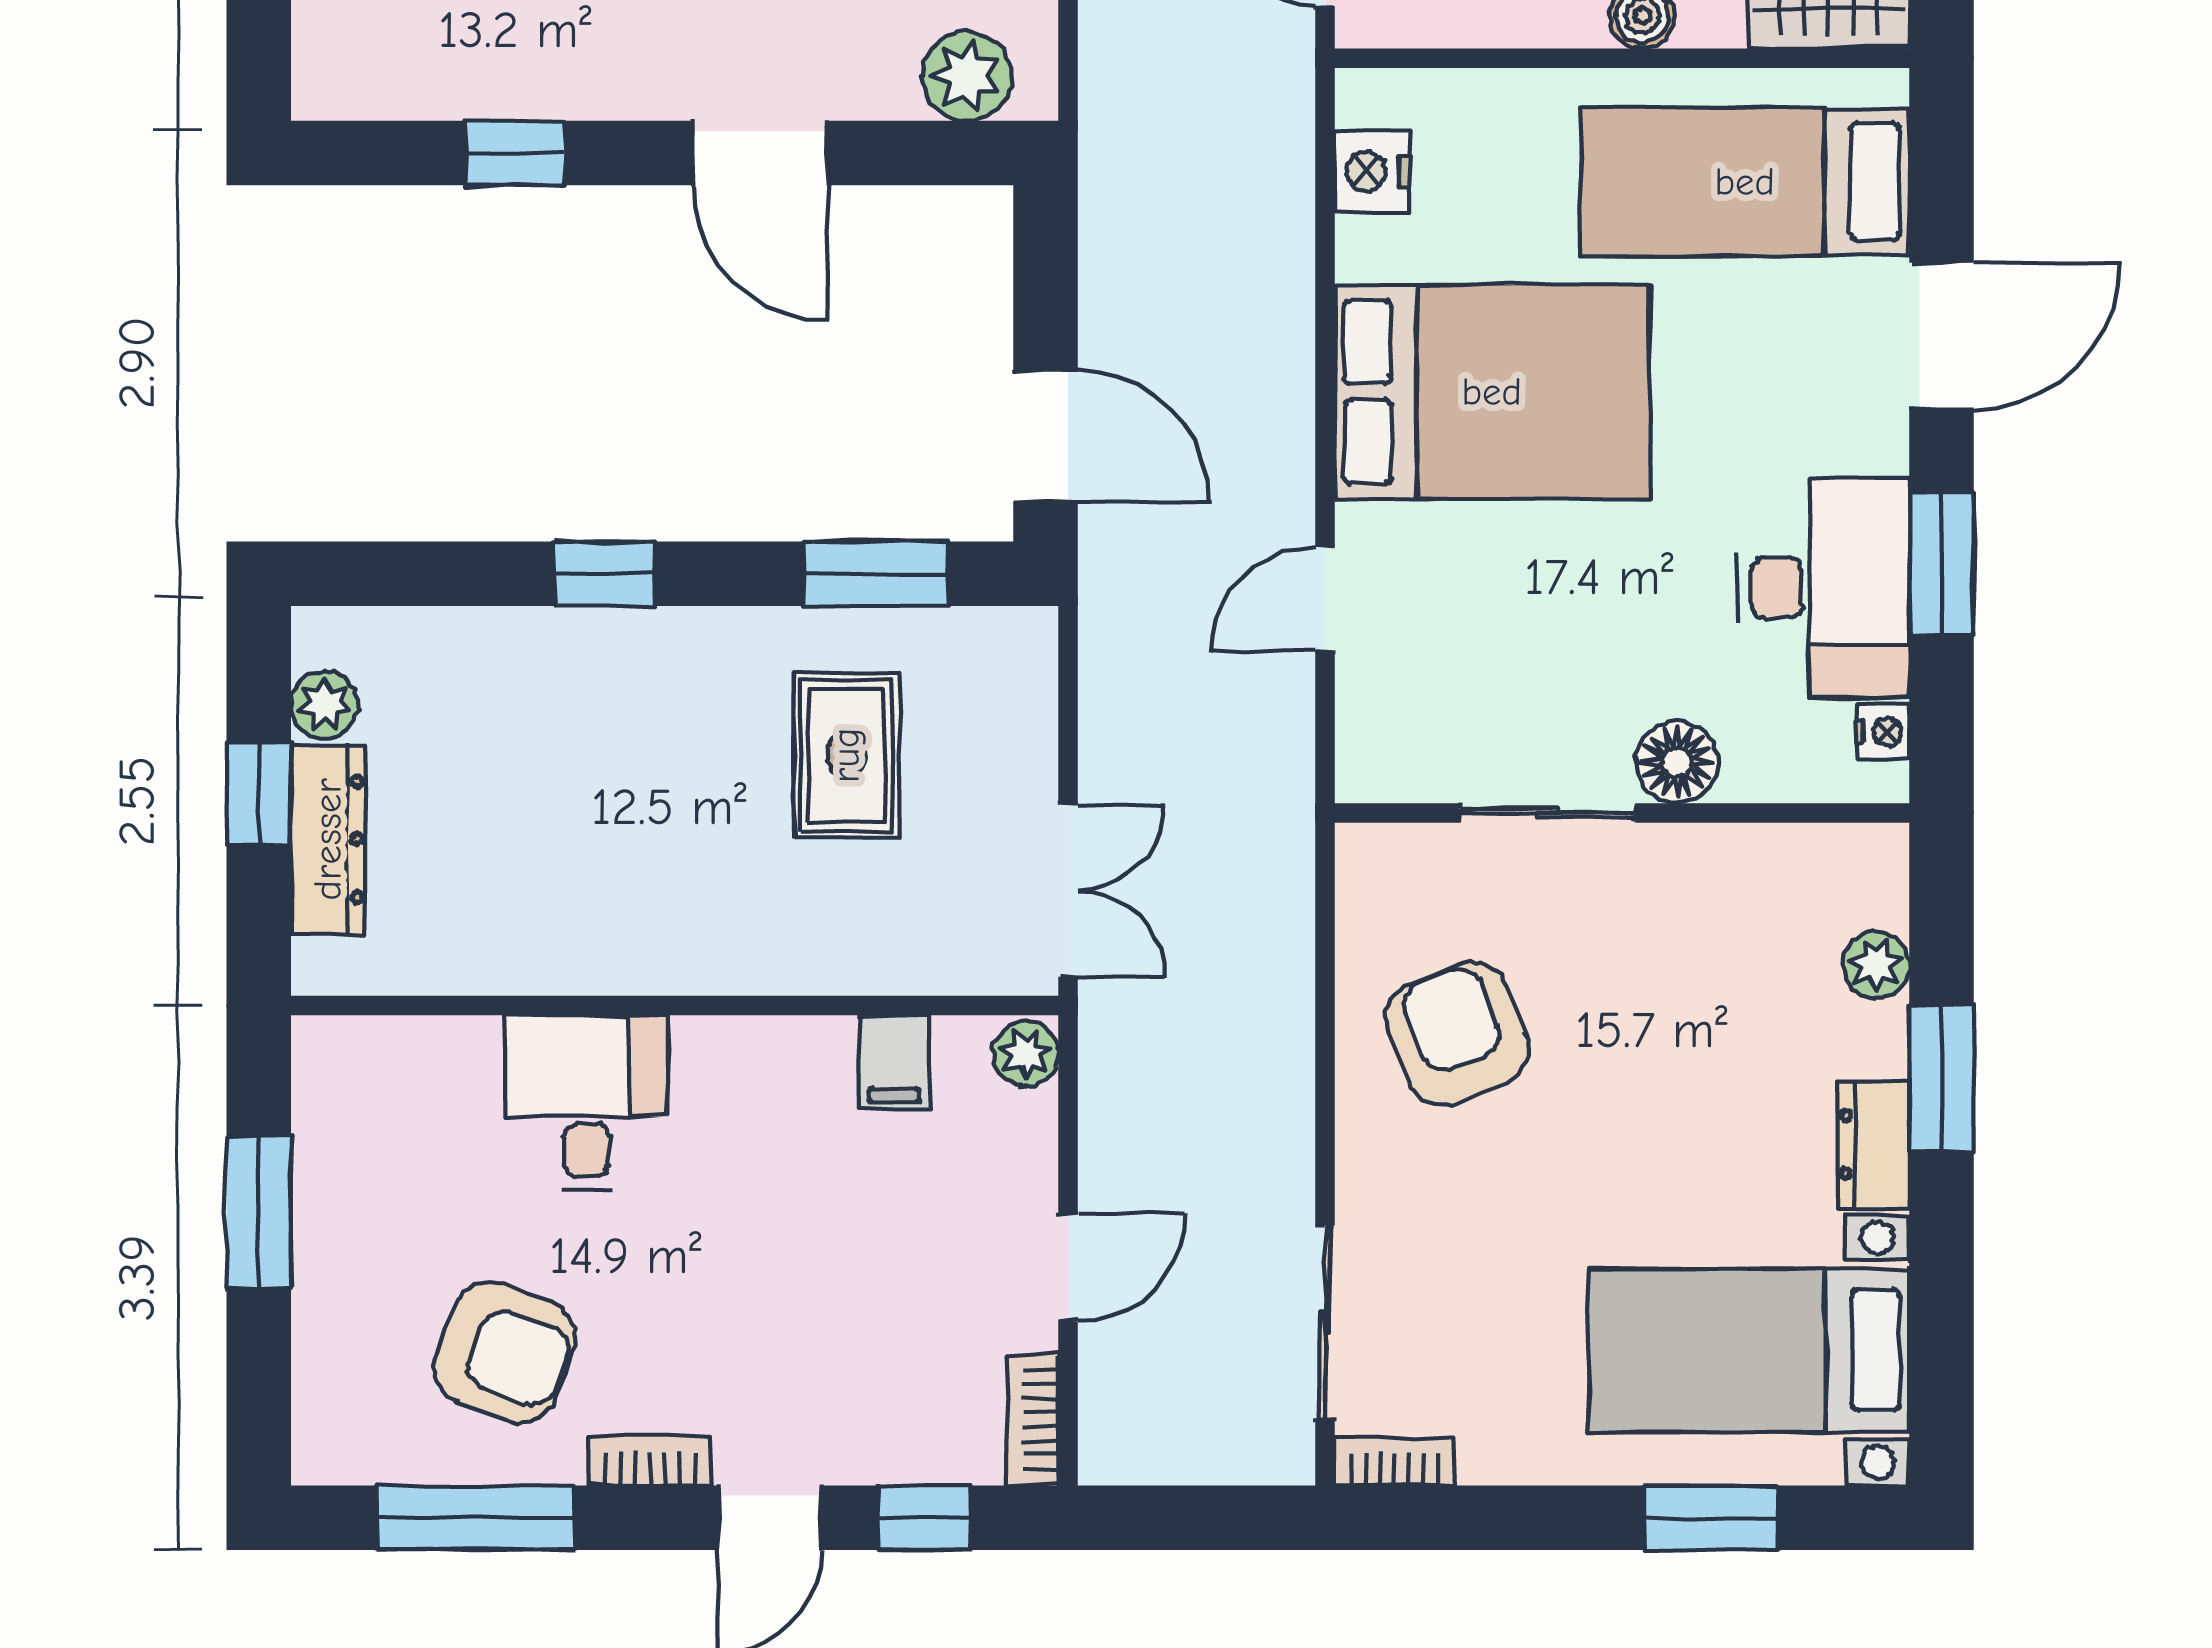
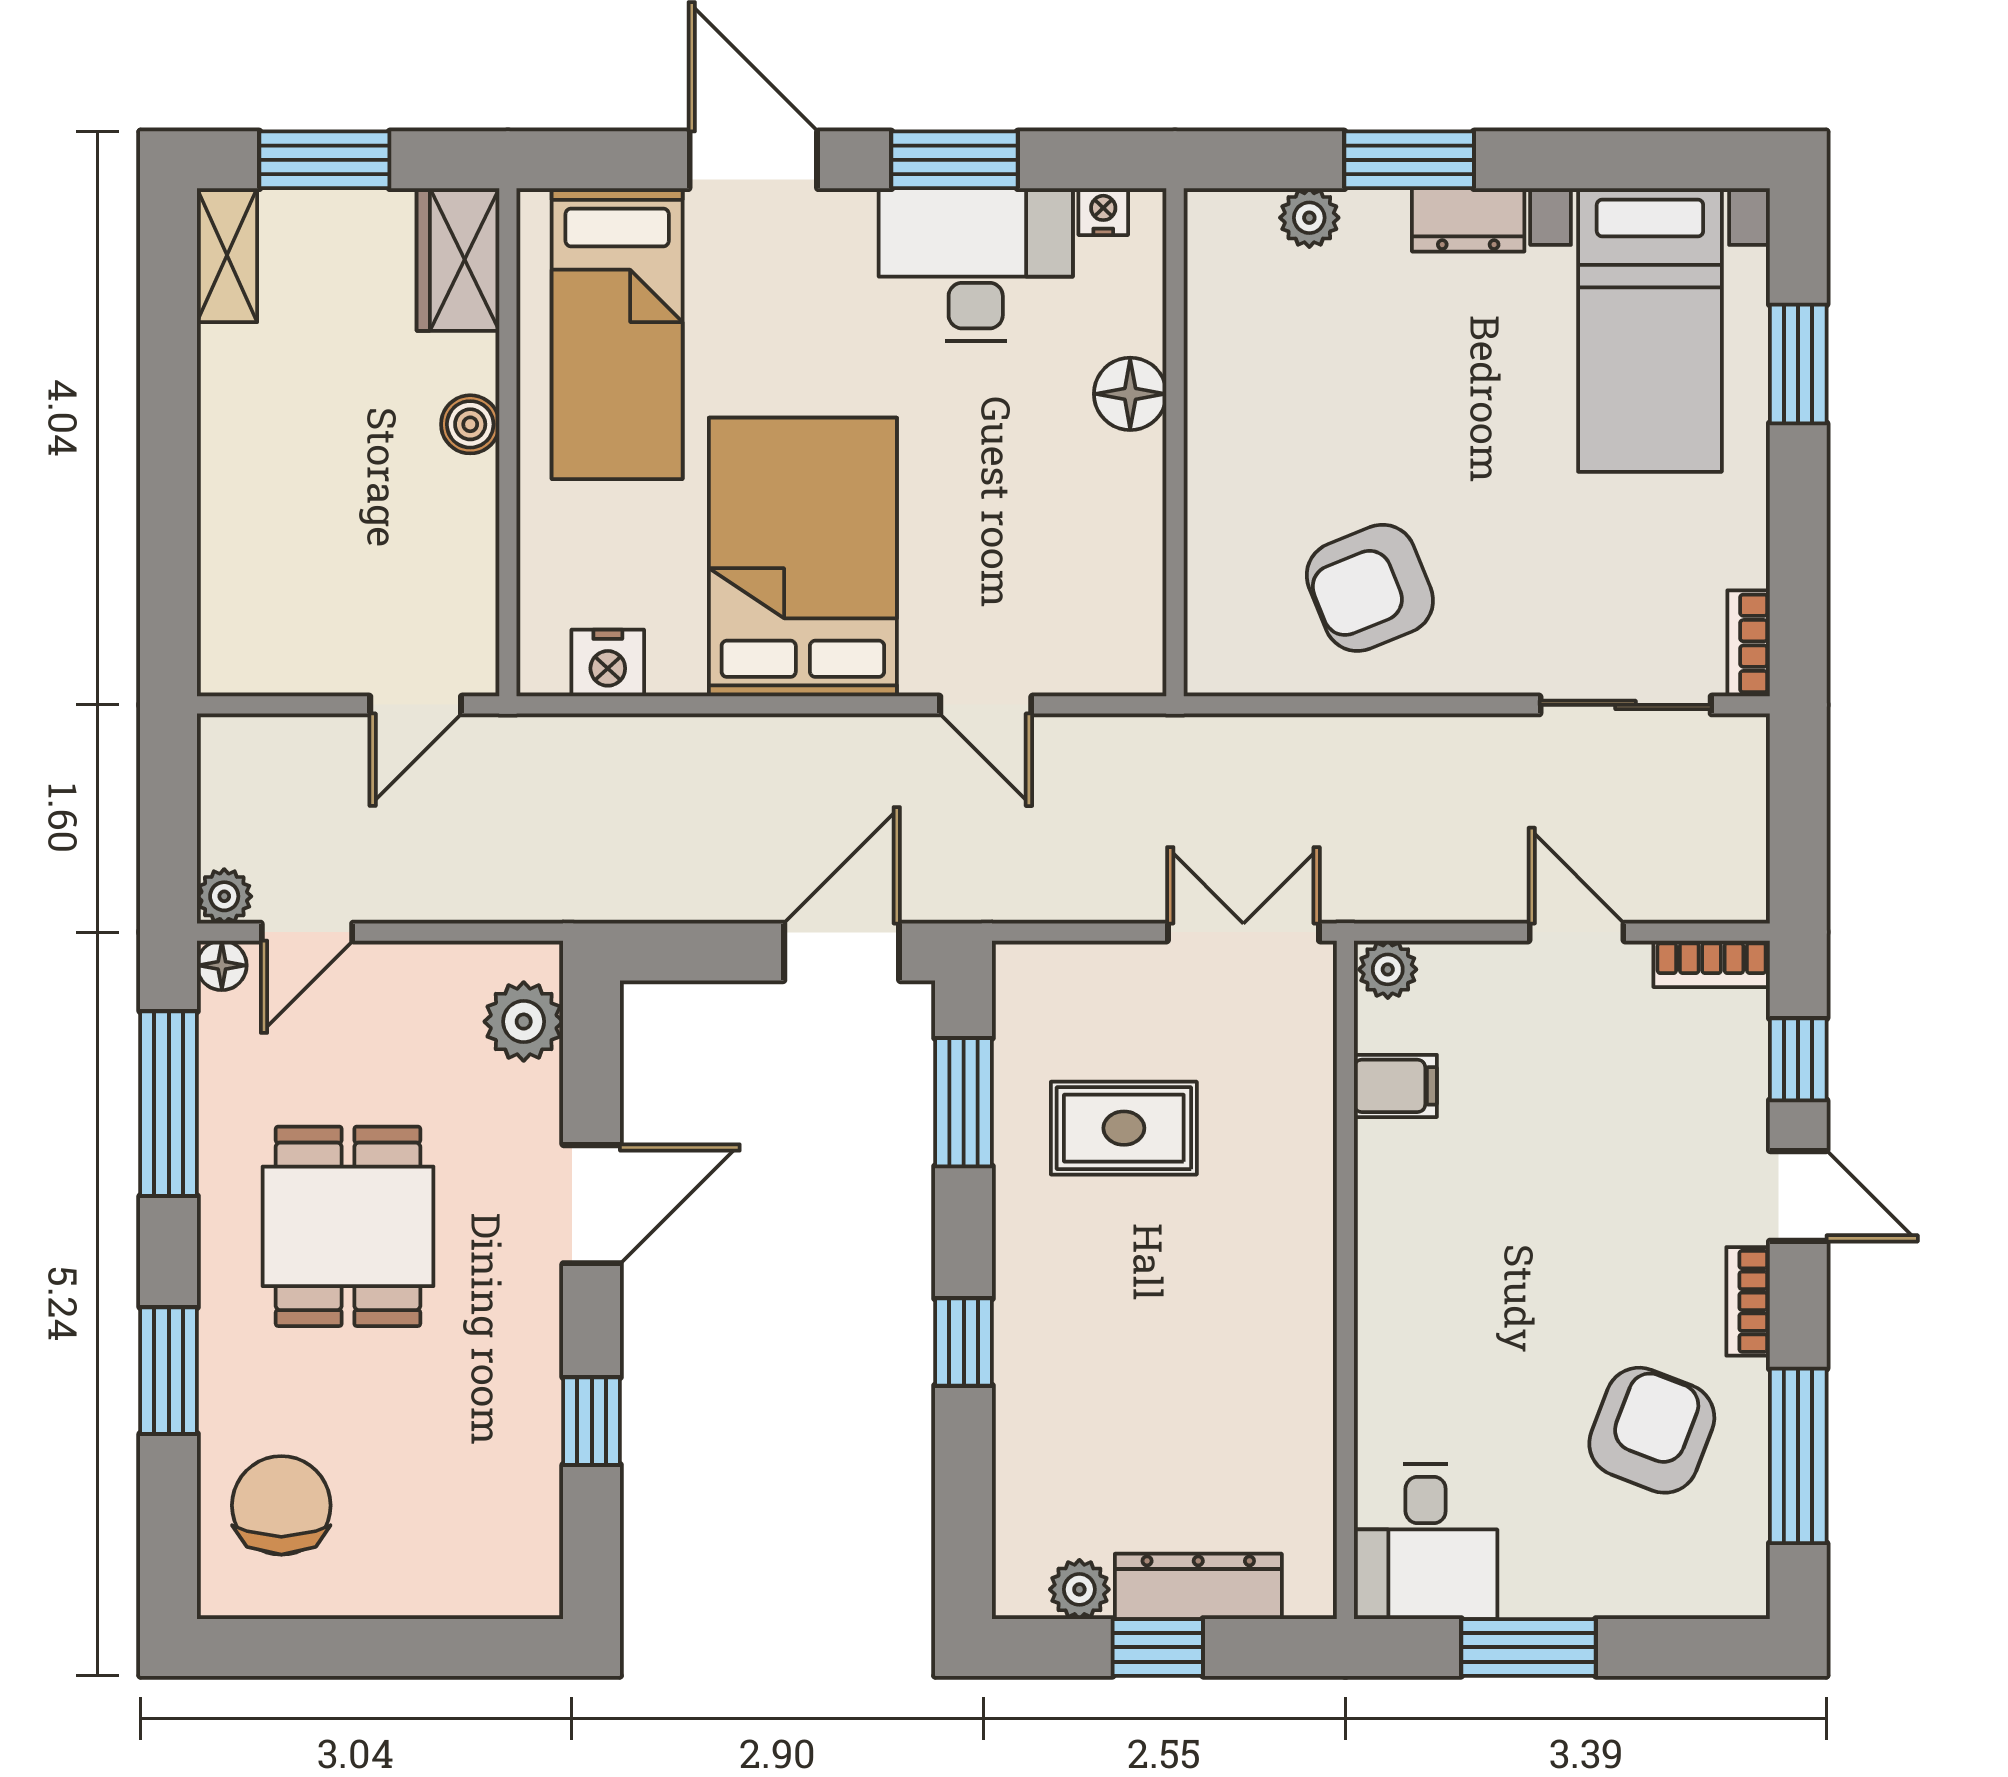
sliding door: (1547, 813) -> (1175, 508), removed
desk: (586, 1103) -> (1426, 1542), moved, turned -90

